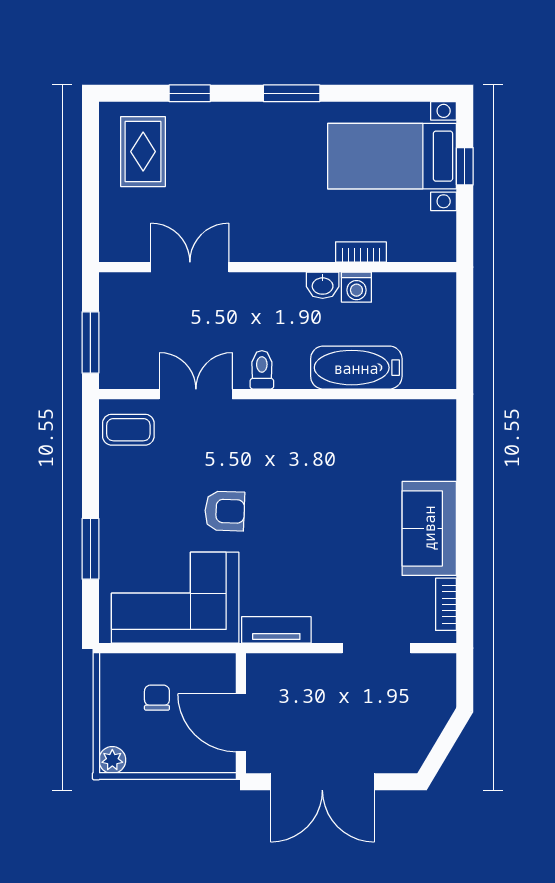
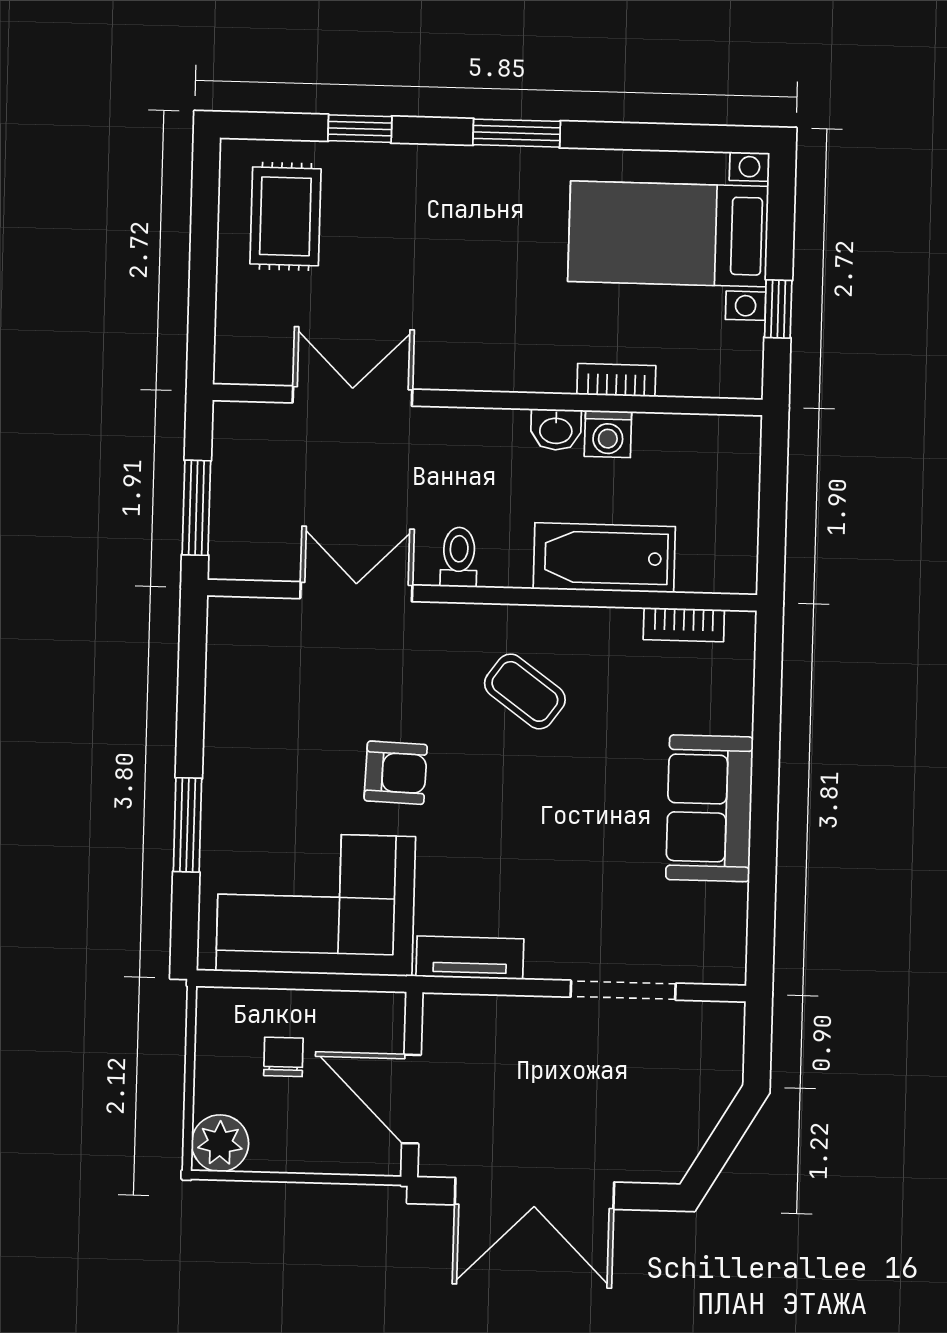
window: (465, 166) -> (778, 309), moved
coffee table: (128, 430) -> (525, 691), moved, turned 36
bookcase: (446, 604) -> (684, 625), moved, turned -90
plant: (112, 760) -> (220, 1143), width x1.38, depth x1.38

